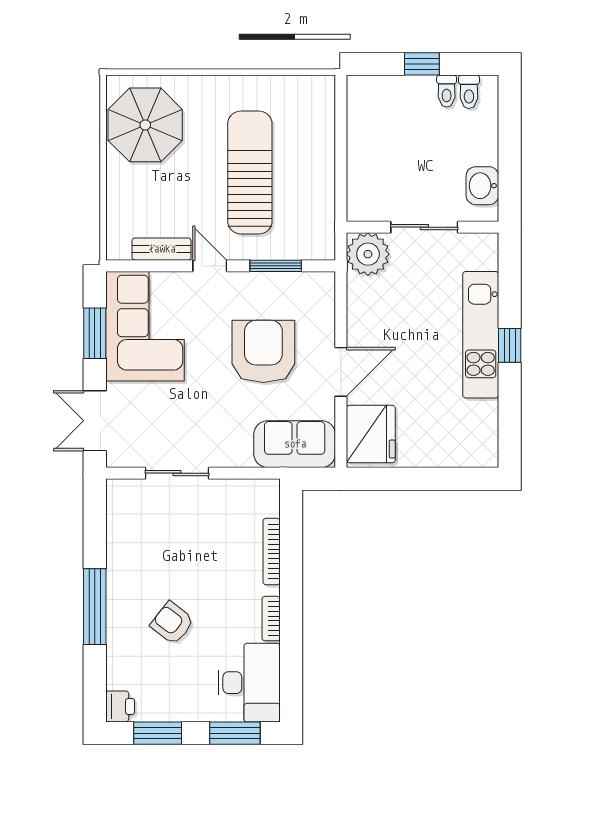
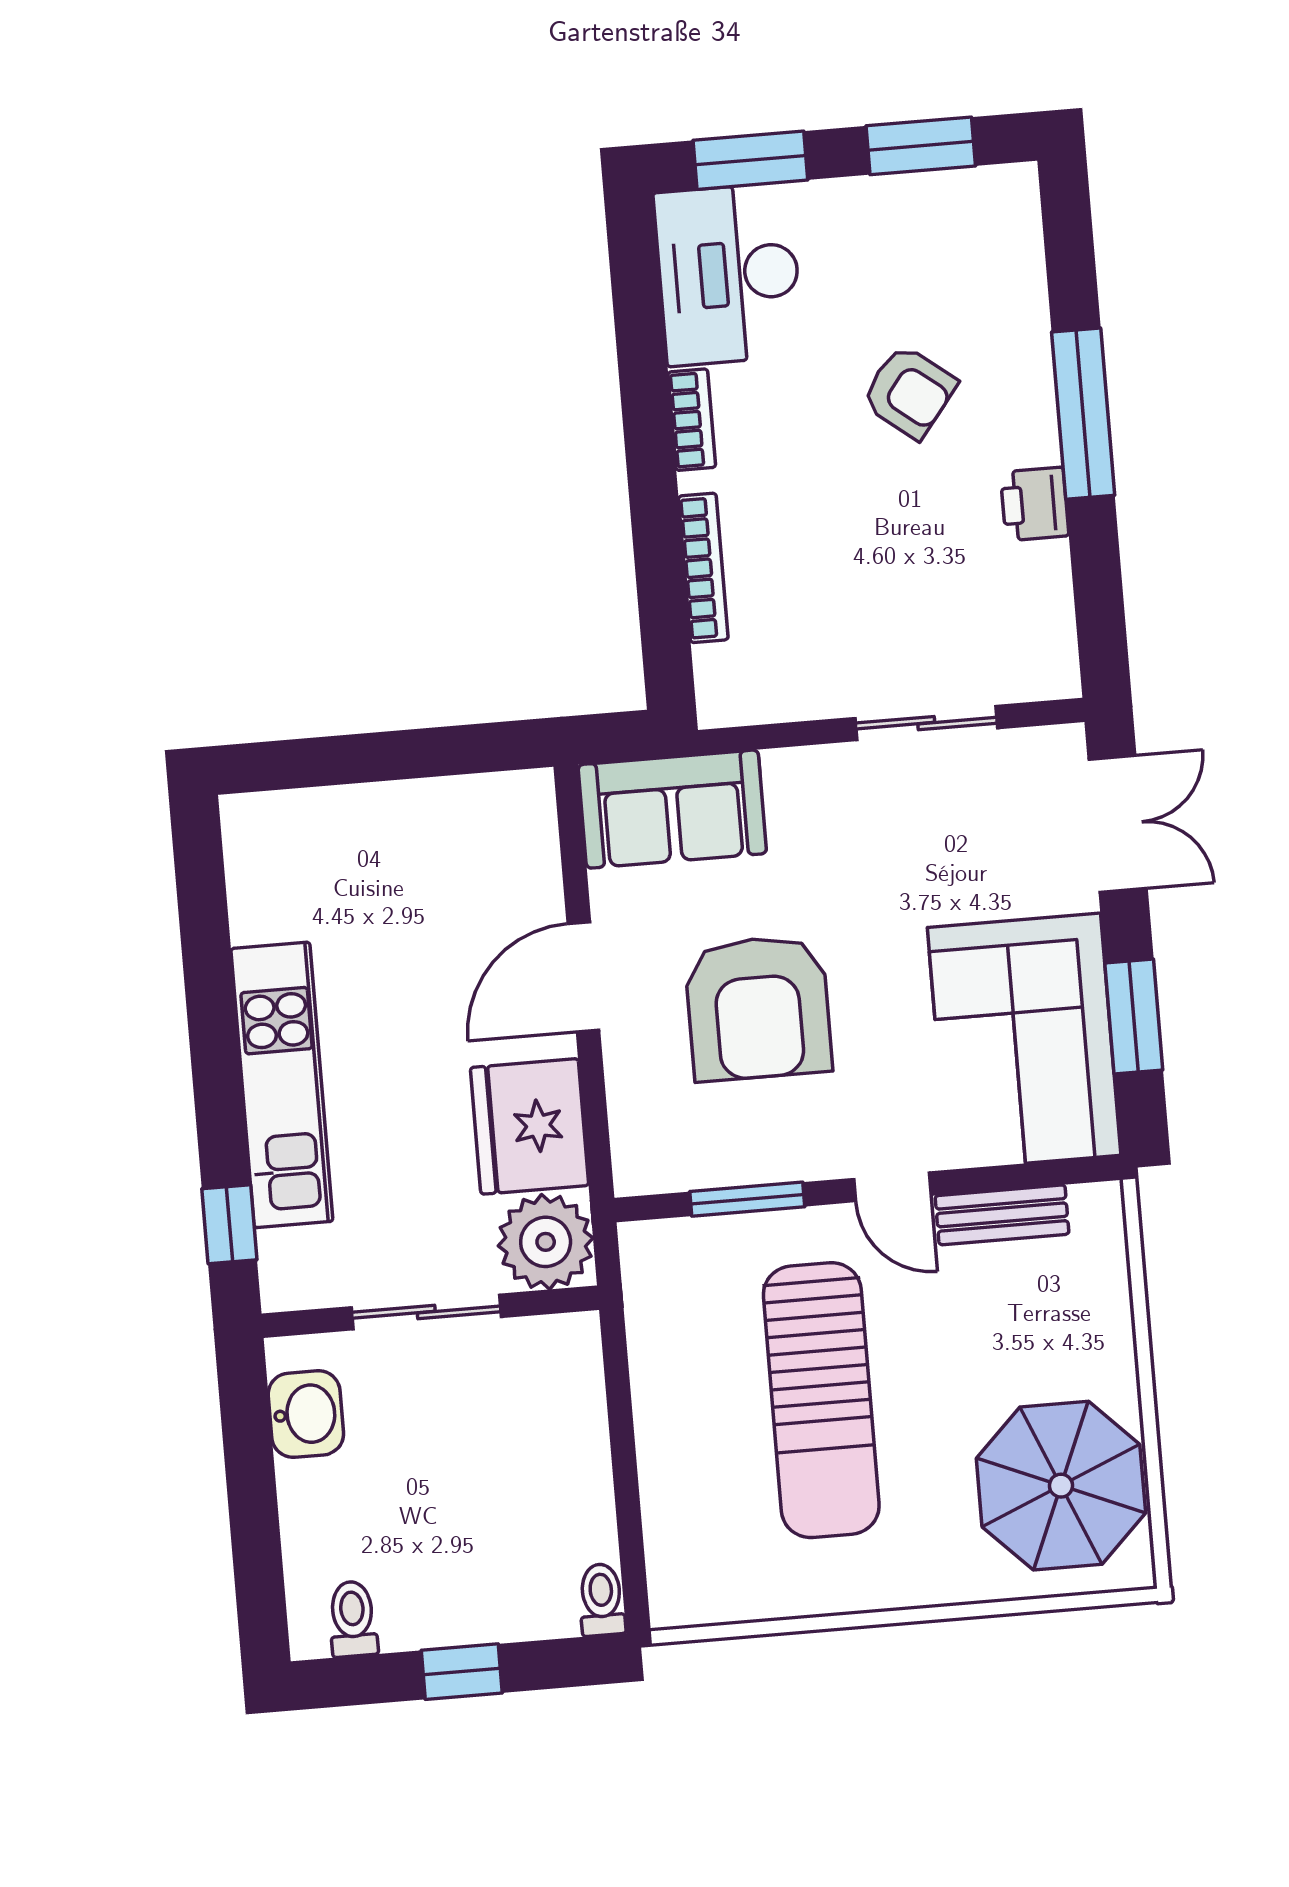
toilet: (447, 91) -> (602, 1600), moved
window: (510, 345) -> (229, 1224), moved
fridge: (371, 434) -> (530, 1126), moved
printer: (120, 706) -> (1034, 504), moved

